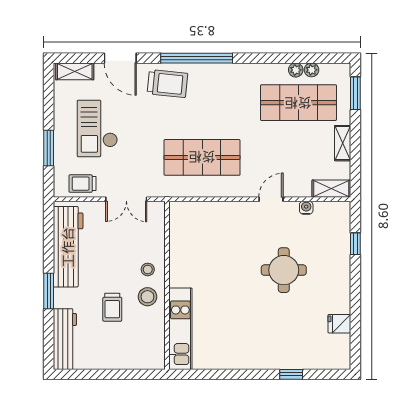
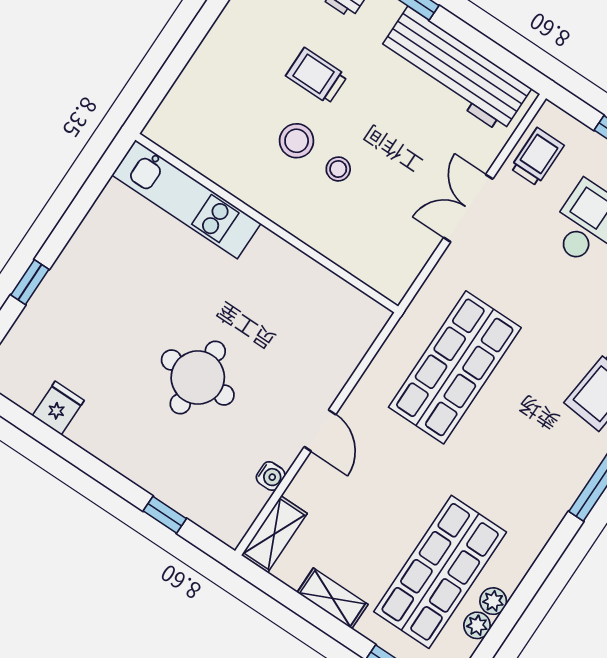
wall: (167, 285) -> (267, 223), moved
kitchen unit: (180, 329) -> (186, 199), moved

